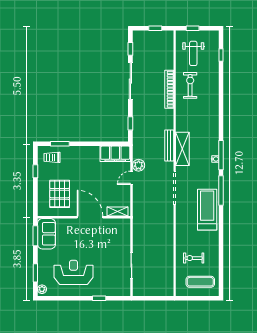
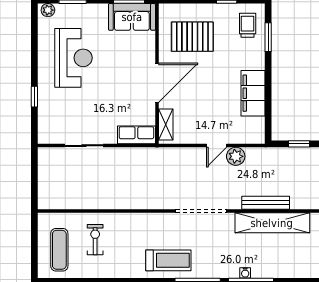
shelving: (182, 149) -> (272, 223), width x1.47
filing cabinet: (115, 154) -> (253, 93), moved
door: (131, 178) -> (217, 146), swing flipped
treadmill: (207, 210) -> (168, 260), width x0.73, depth x0.73
row of seats: (124, 231) -> (136, 135), added

